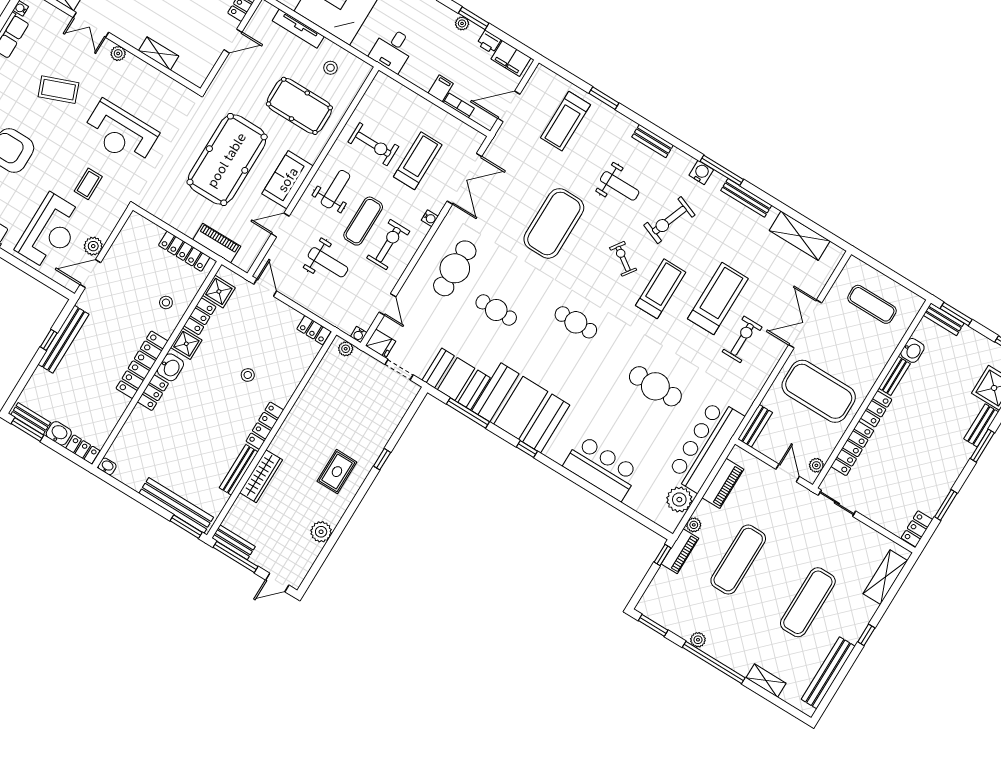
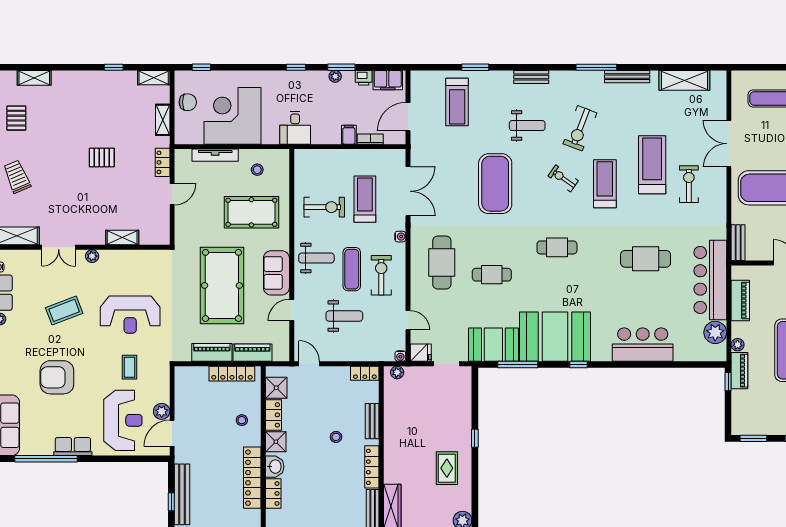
water cooler: (701, 173) -> (582, 78), removed
weight bench: (335, 189) -> (316, 258), turned 90
piano: (177, 219) -> (212, 352), added
bench: (292, 381) -> (372, 421), added

